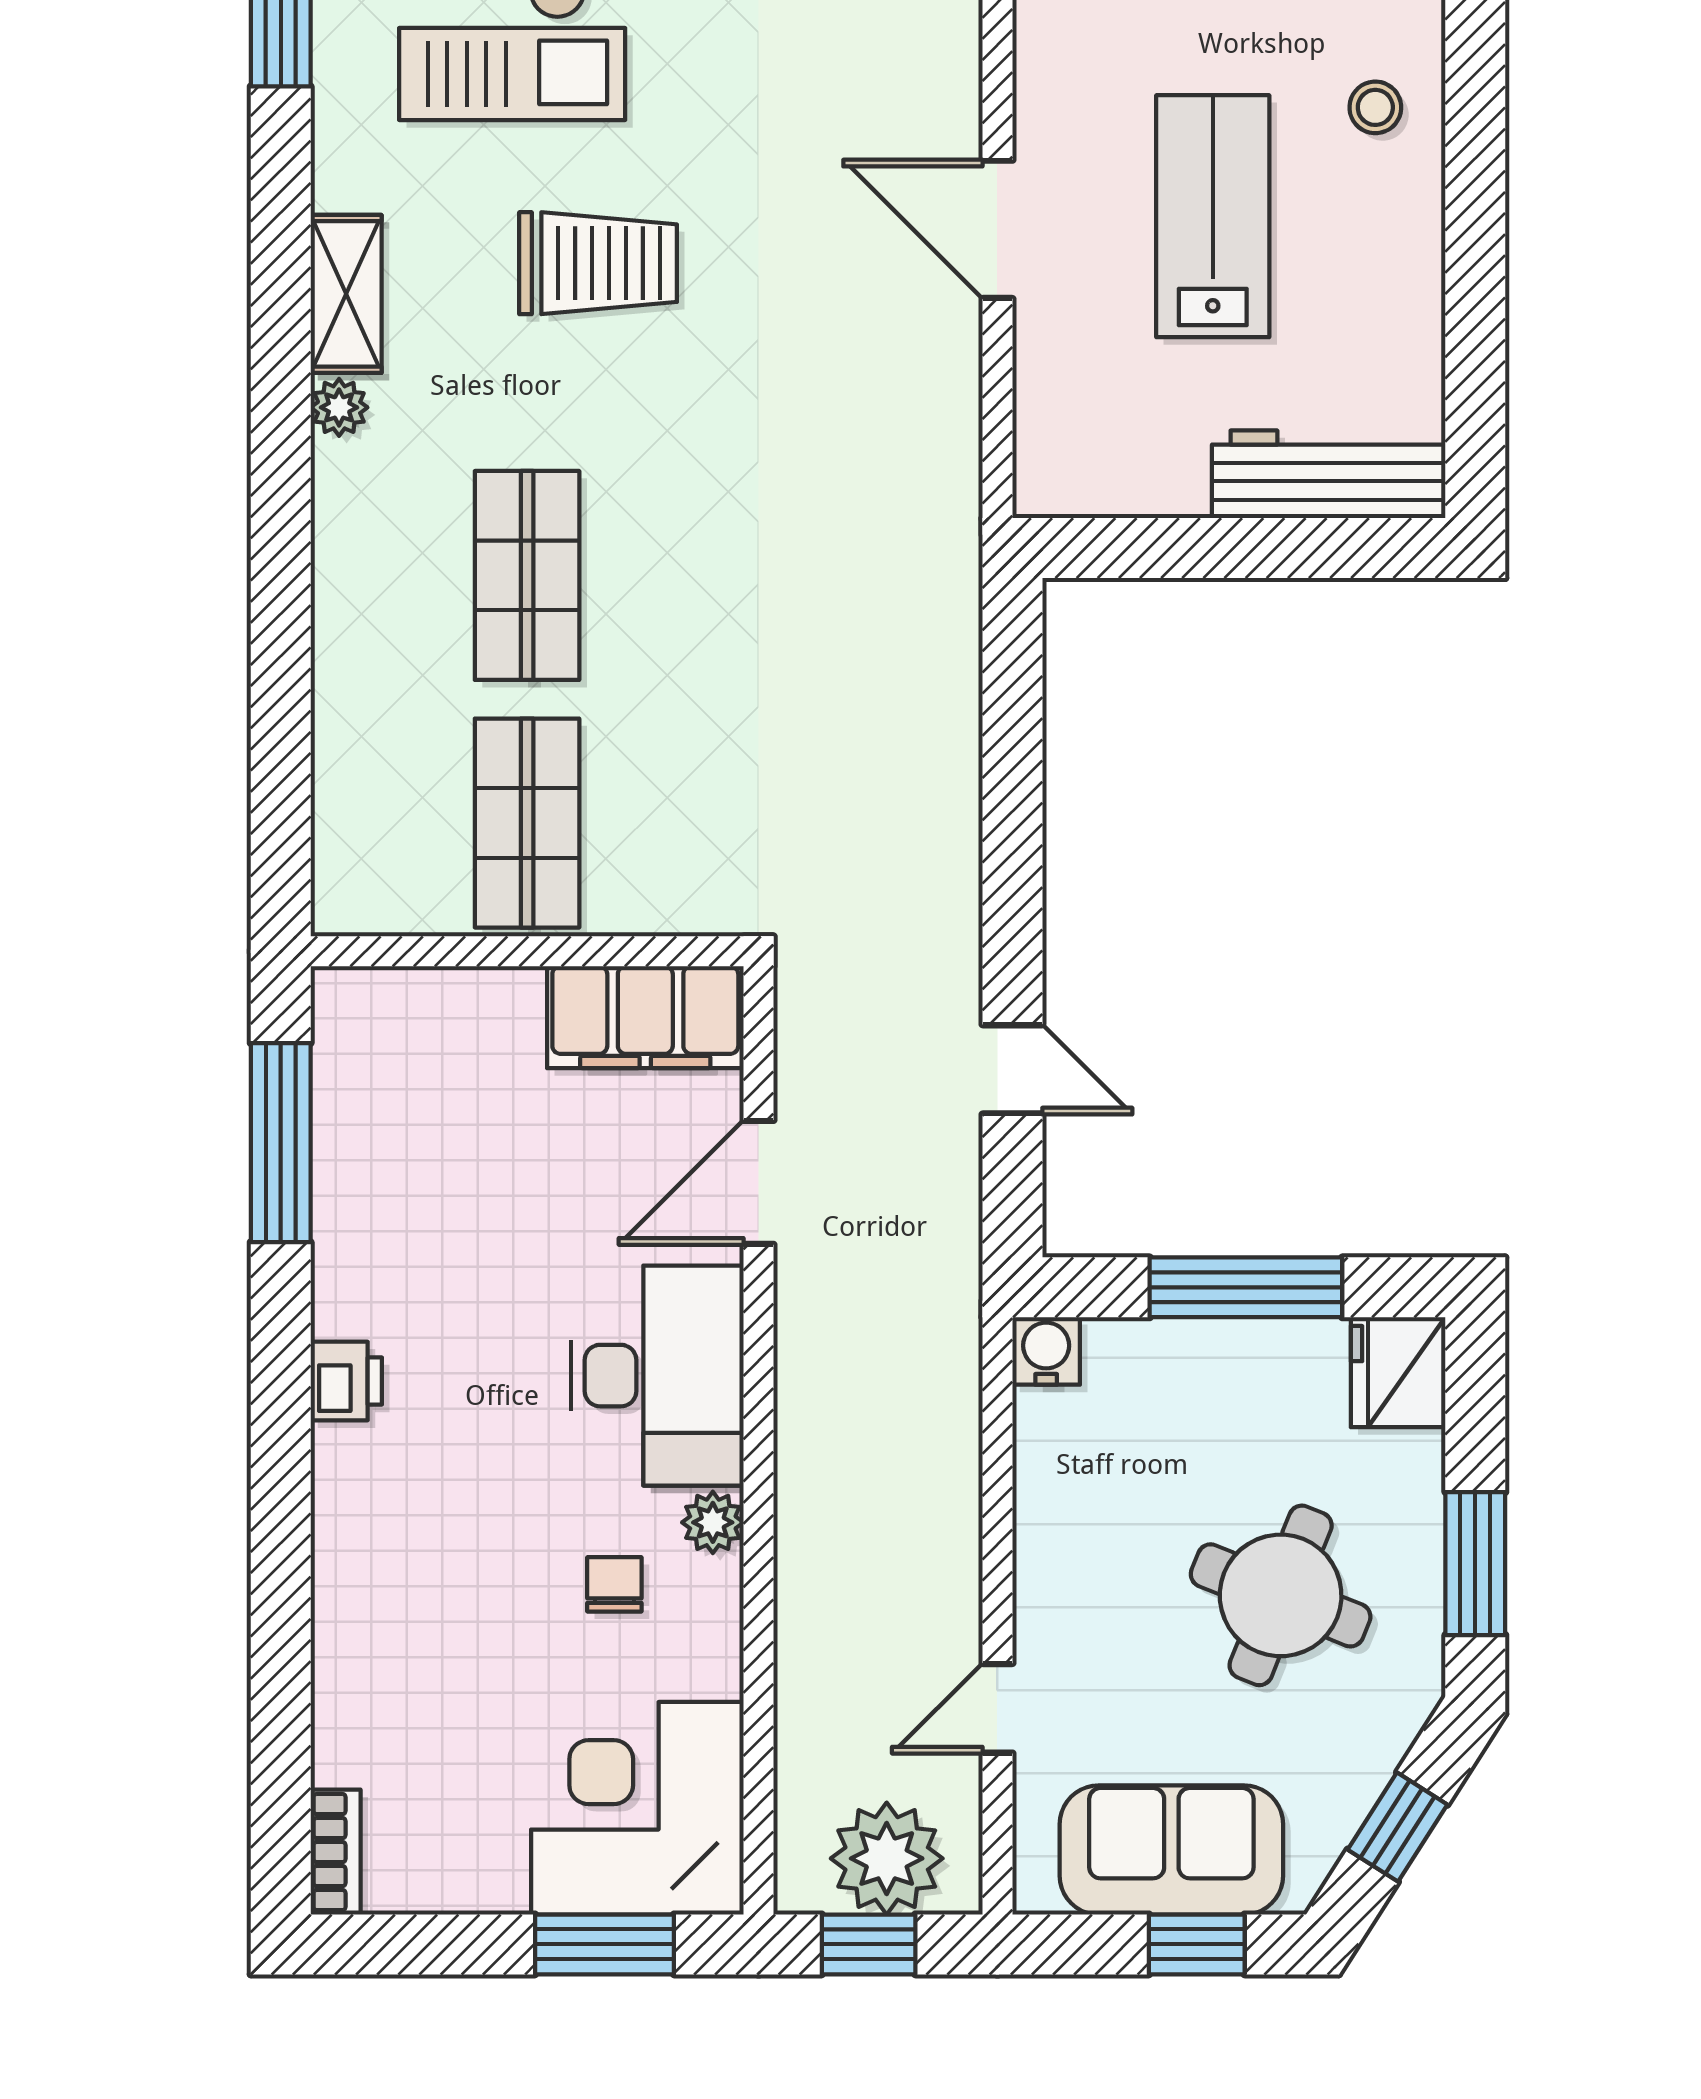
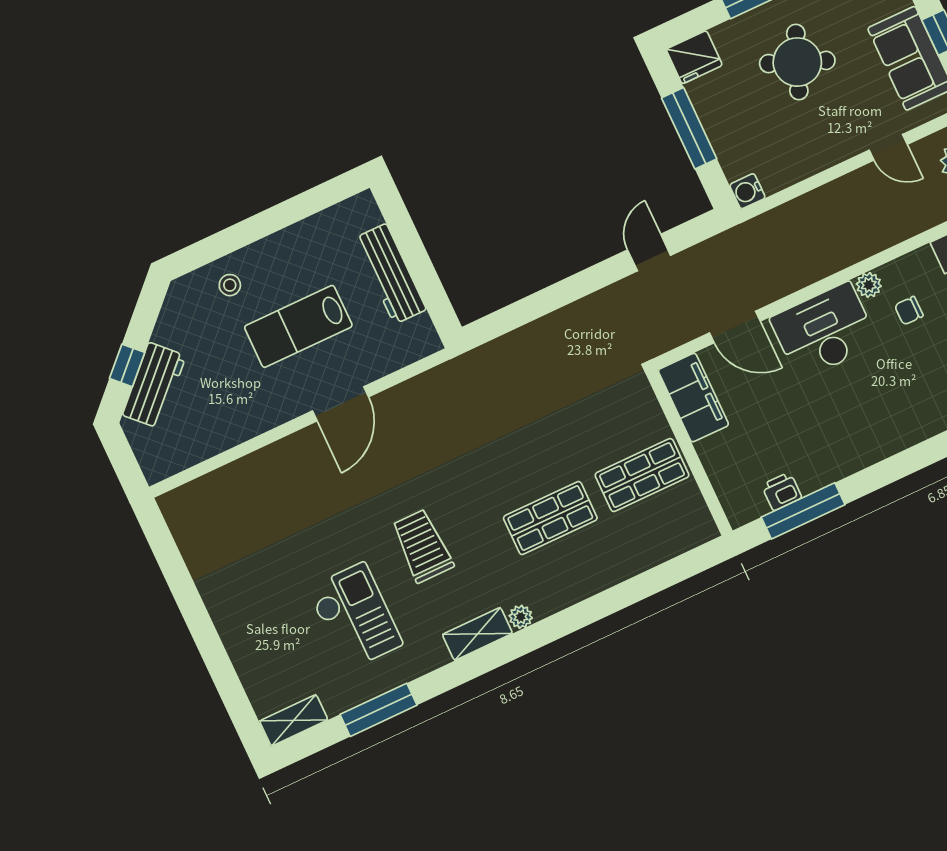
workbench: (1329, 474) -> (390, 274), moved
printer: (346, 1381) -> (782, 491), moved

